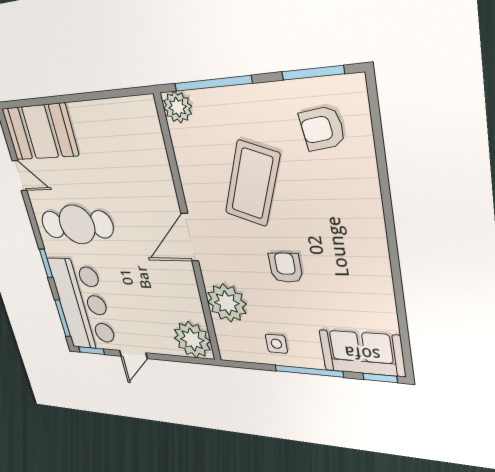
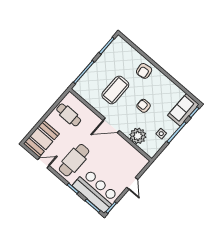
plant: (178, 107) -> (79, 88), removed
armchair: (322, 128) -> (144, 71), moved
cafe table: (120, 139) -> (69, 115), added
coffee table: (252, 184) -> (115, 90), turned 69
door: (190, 237) -> (111, 125), hinge flipped
plant: (192, 340) -> (138, 162), removed
door: (133, 355) -> (132, 183), moved

